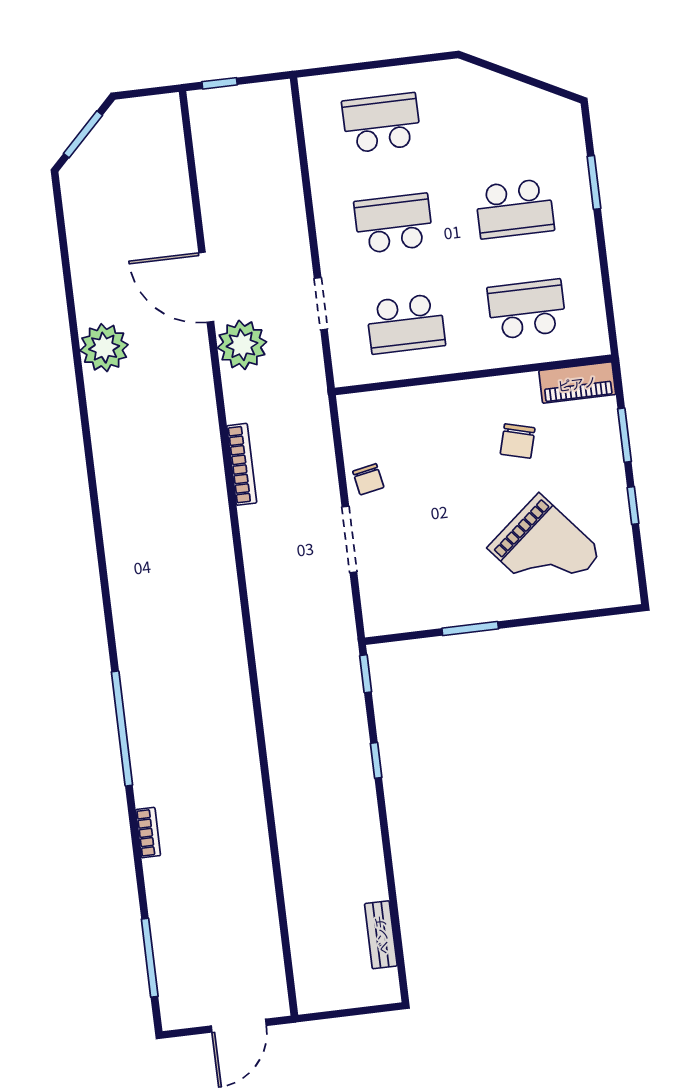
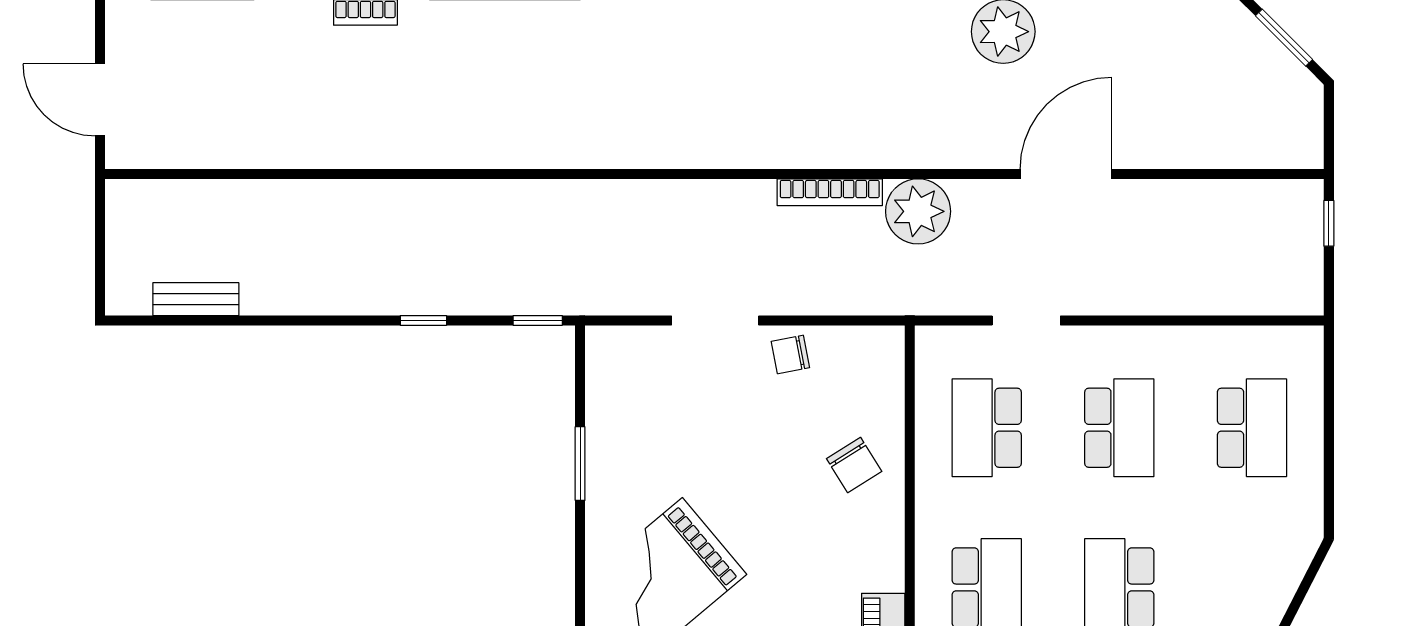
plant: (242, 345) -> (918, 211), moved
chair: (518, 441) -> (854, 465), moved, turned -137

